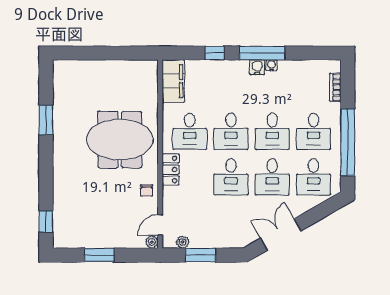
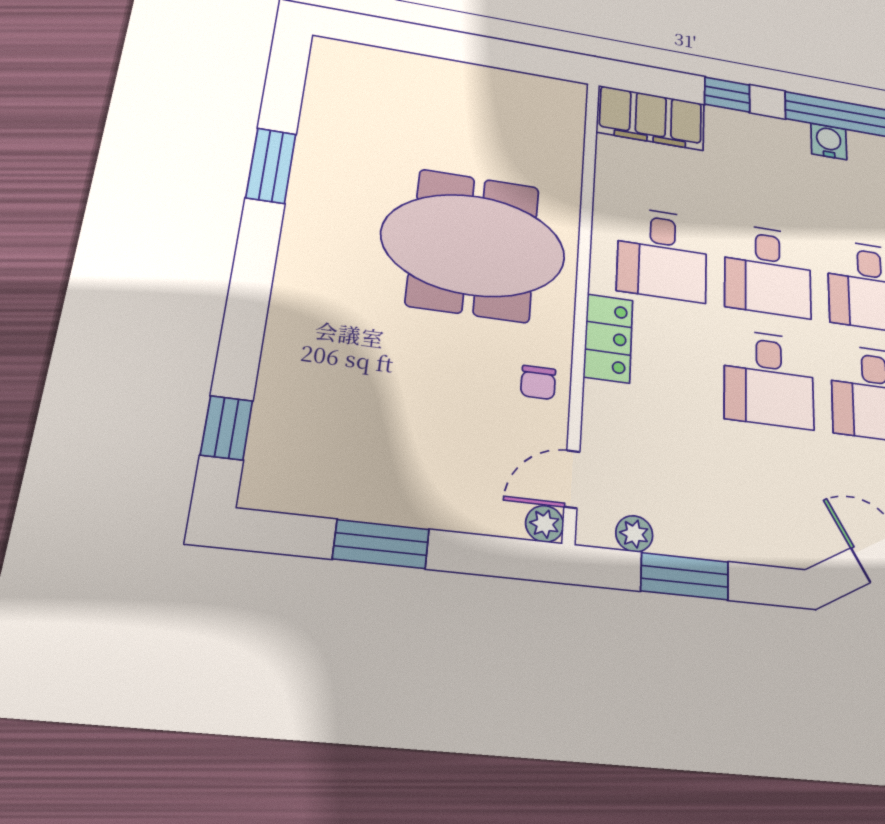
water cooler: (272, 65) -> (862, 143), removed
filing cabinet: (173, 81) -> (651, 118), moved, turned 90

